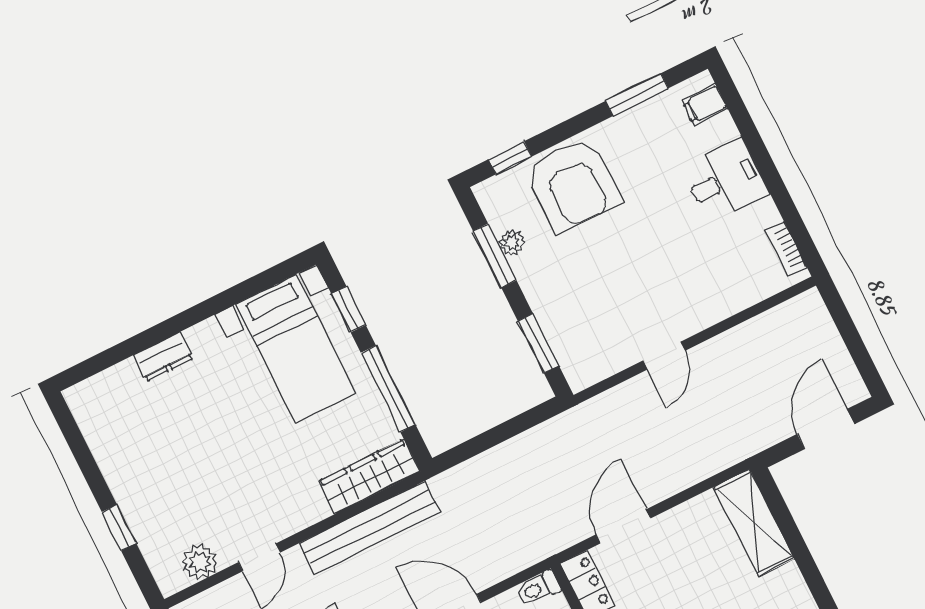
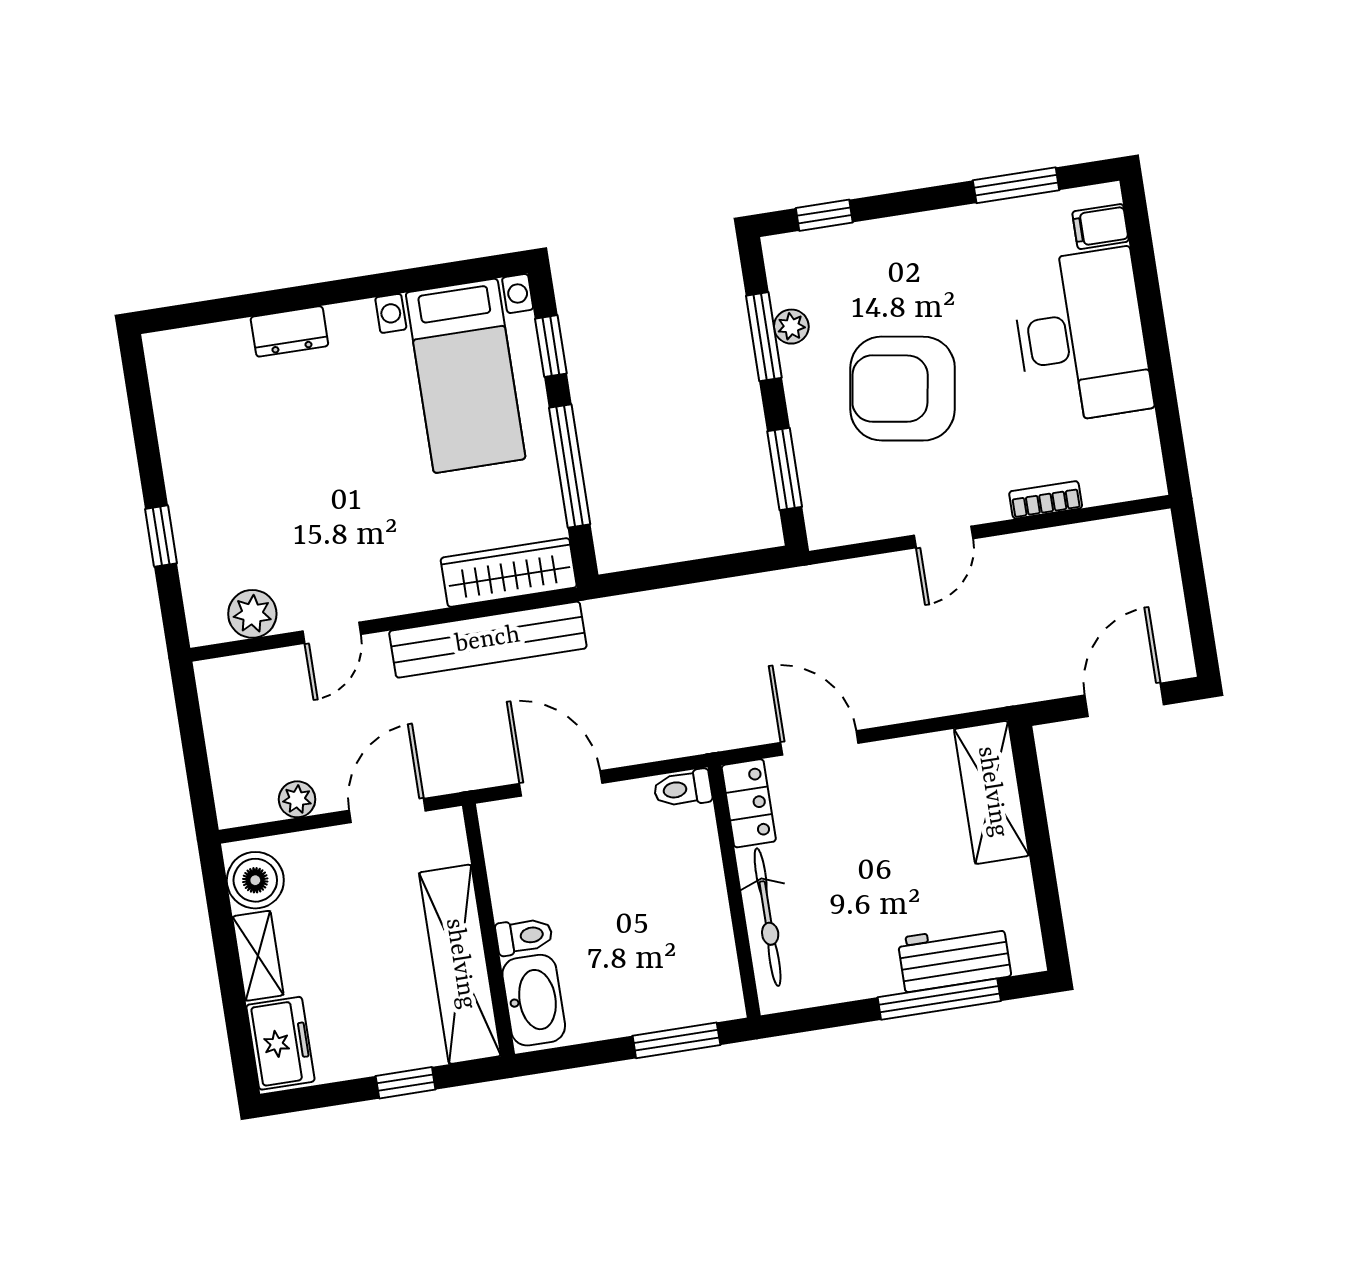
desk: (725, 181) -> (1081, 336), width x1.87, depth x1.30
armchair: (573, 184) -> (903, 389), moved, turned 99
bookcase: (786, 249) -> (1046, 500), moved, turned 90
door: (623, 526) -> (819, 743), hinge flipped

